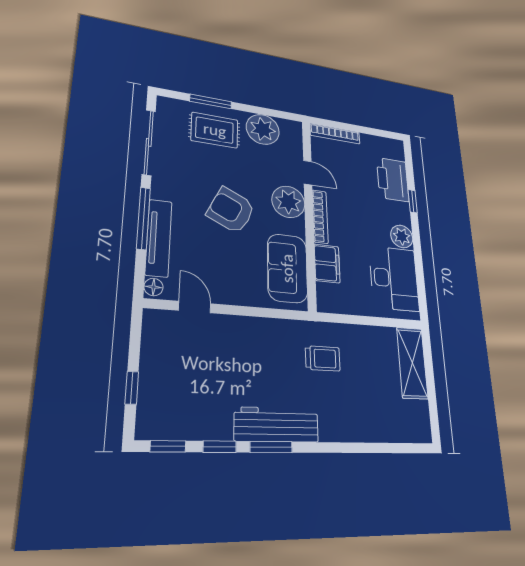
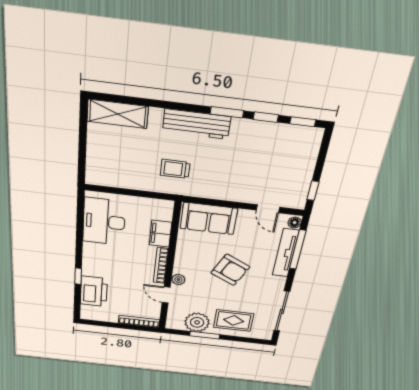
window: (211, 101) -> (205, 335), moved
plant: (288, 202) -> (178, 280), width x0.53, depth x0.53
window: (143, 218) -> (298, 250), moved
plant: (402, 236) -> (92, 251), removed
sofa: (287, 268) -> (209, 219), moved, turned 90
shelving: (412, 363) -> (118, 114), moved, turned 90
window: (132, 388) -> (313, 191), moved
workbench: (277, 425) -> (196, 124), moved

